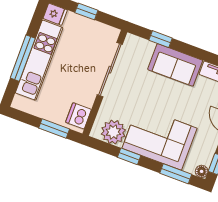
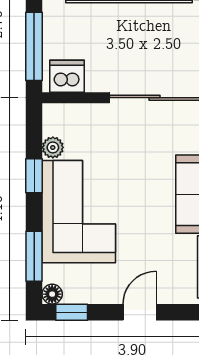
window: (54, 128) -> (34, 46), width x1.44
plant: (113, 132) -> (53, 147), width x0.53, depth x0.53

